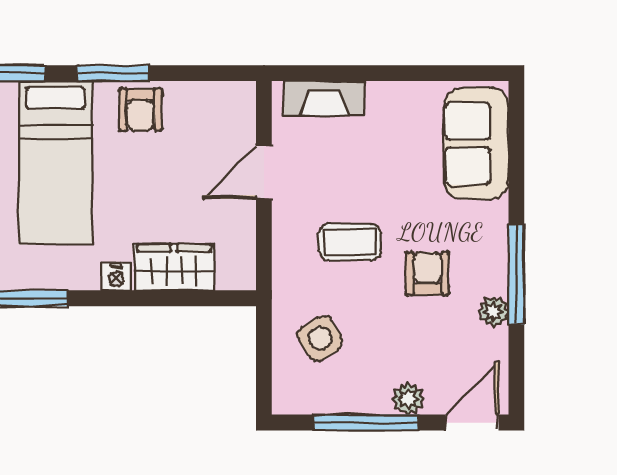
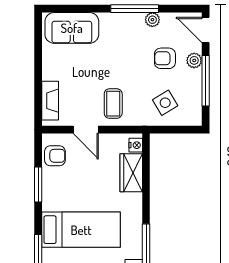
window: (113, 73) -> (38, 185), moved
armchair: (141, 109) -> (55, 156), moved
coffee table: (350, 242) -> (113, 104), moved
armchair: (427, 274) -> (165, 58), moved
nightstand: (116, 277) -> (136, 145), moved

